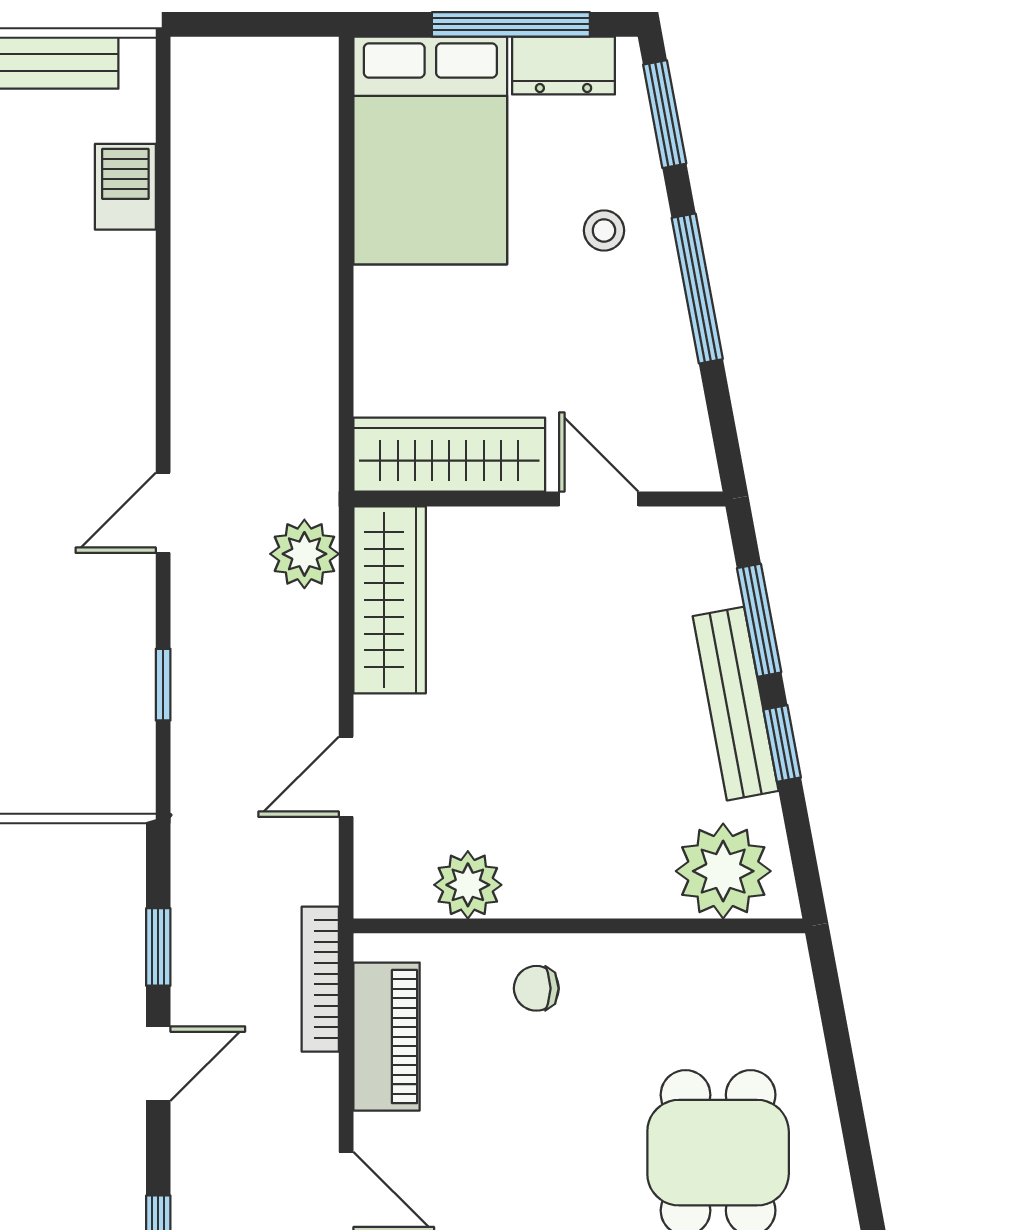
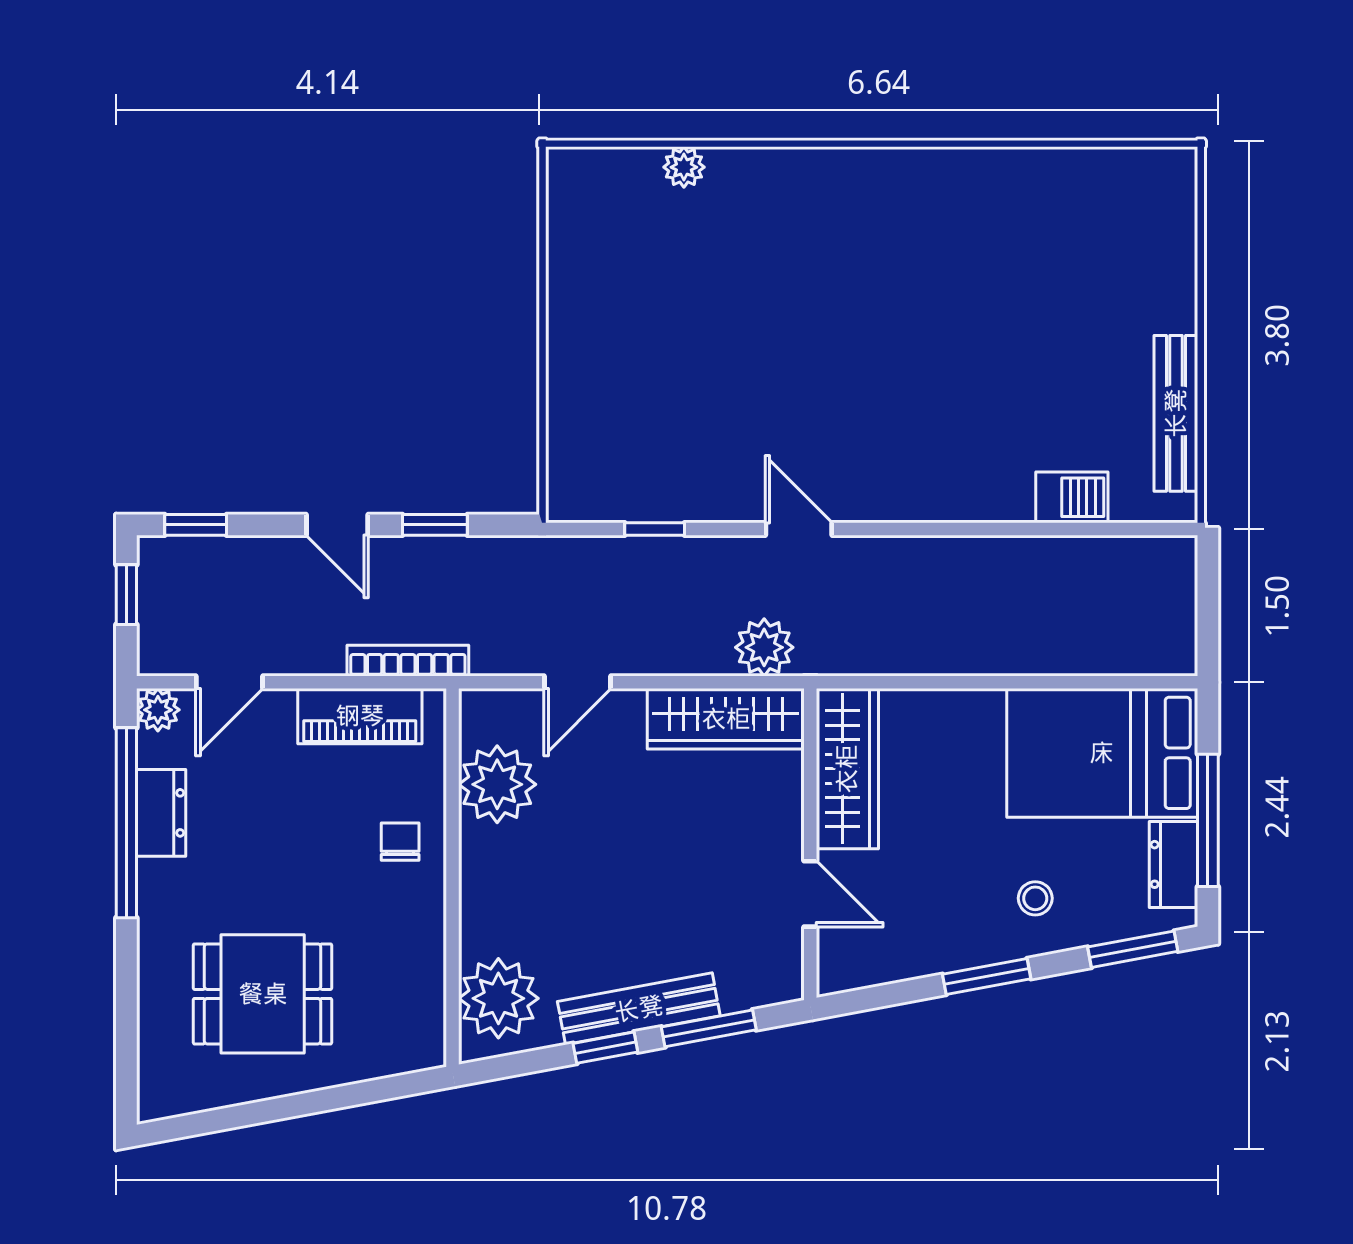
window: (697, 289) -> (987, 976), width x0.69
door: (599, 499) -> (810, 894), hinge flipped
door: (346, 777) -> (577, 682), swing flipped
plant: (468, 885) -> (497, 784), width x1.36, depth x1.36

